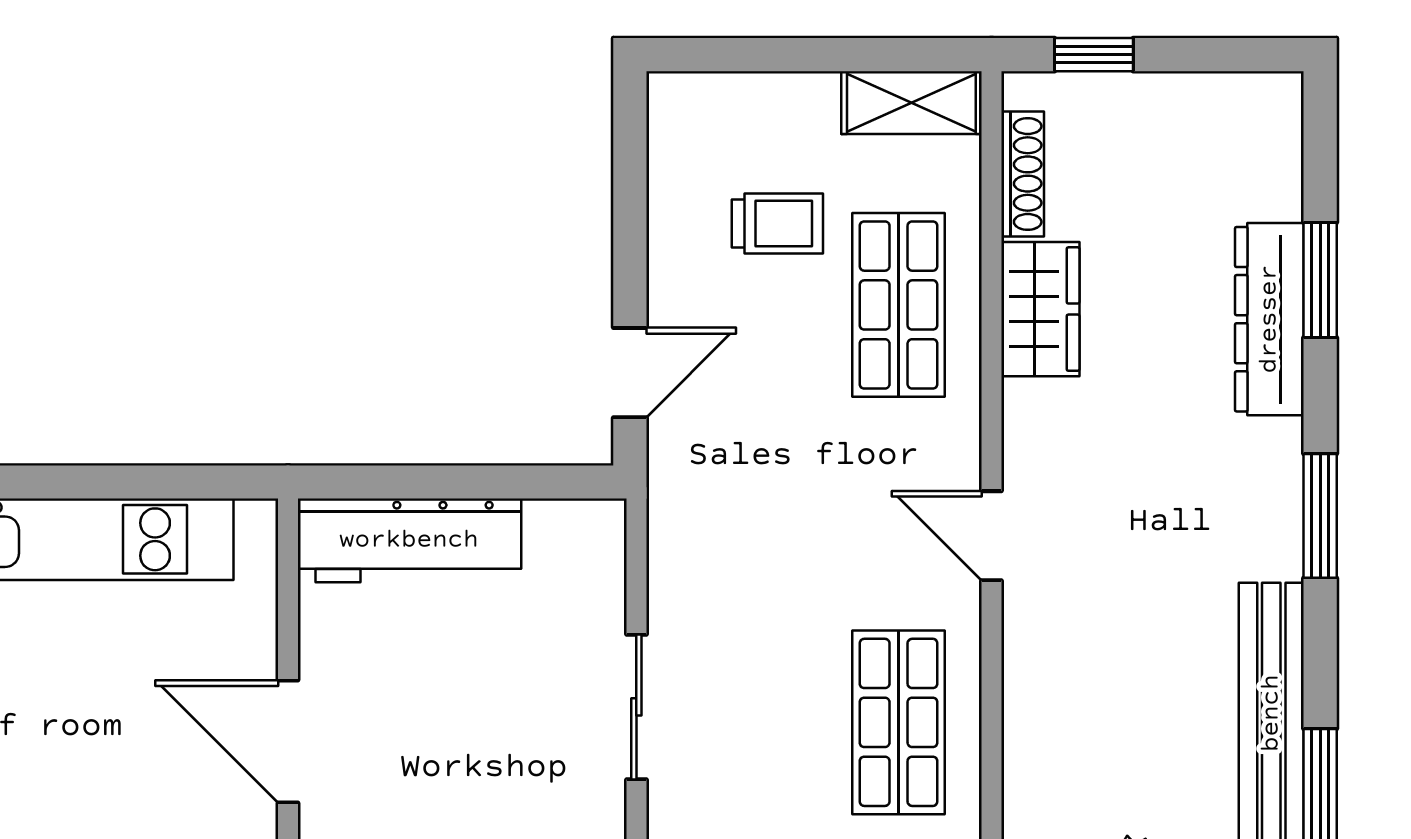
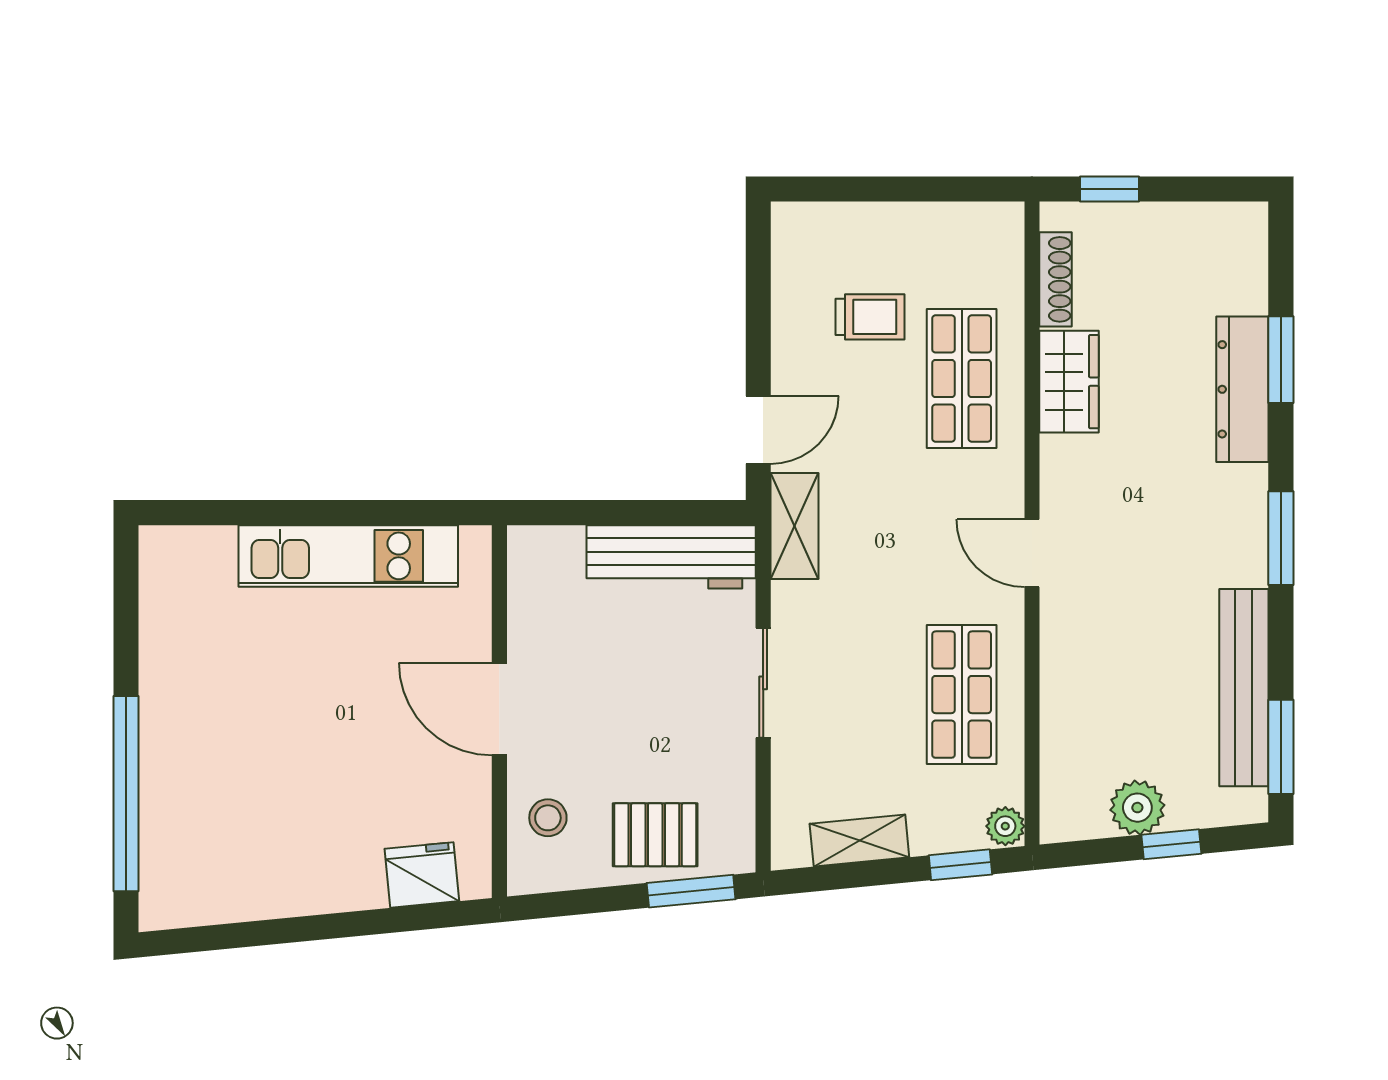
shelving: (911, 103) -> (795, 526), moved, turned 90
workbench: (409, 540) -> (671, 557), moved

